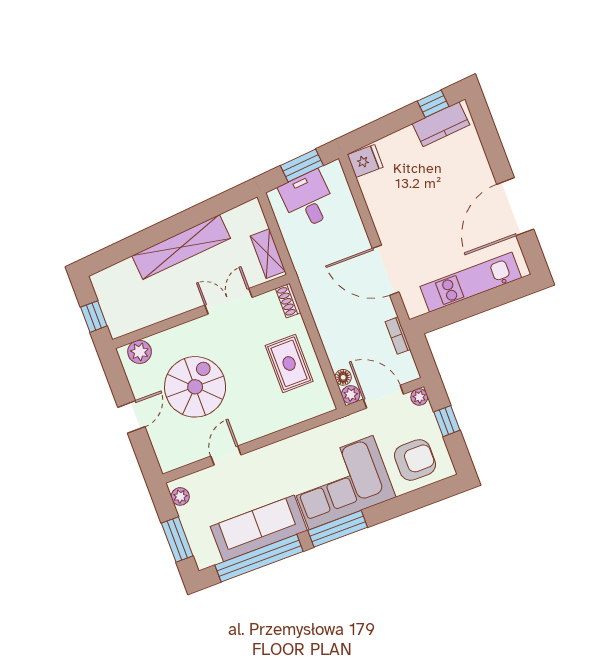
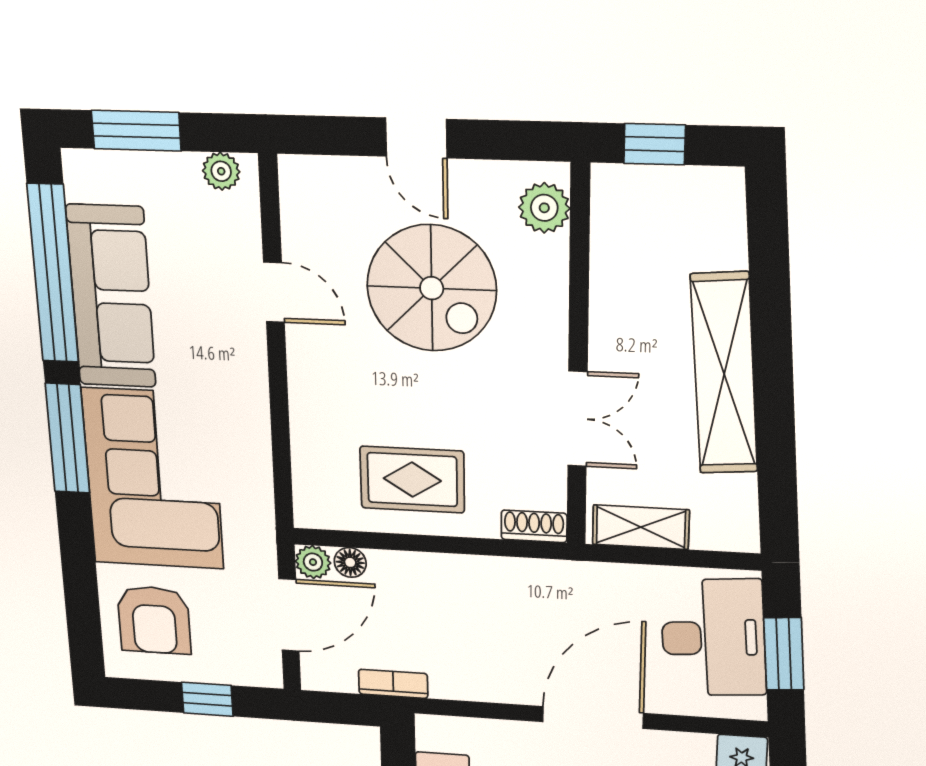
desk: (308, 200) -> (713, 638), width x1.37
door: (386, 270) -> (593, 718), moved
plant: (419, 397) -> (267, 673), removed

